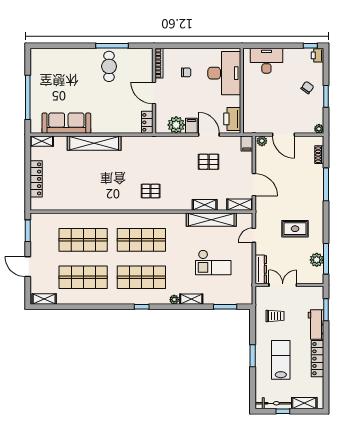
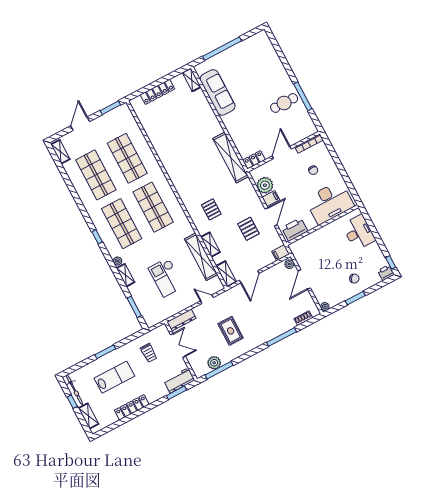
shelving: (94, 143) -> (231, 158), moved
pallet: (151, 191) -> (211, 209), moved
workbench: (316, 325) -> (179, 380), moved

